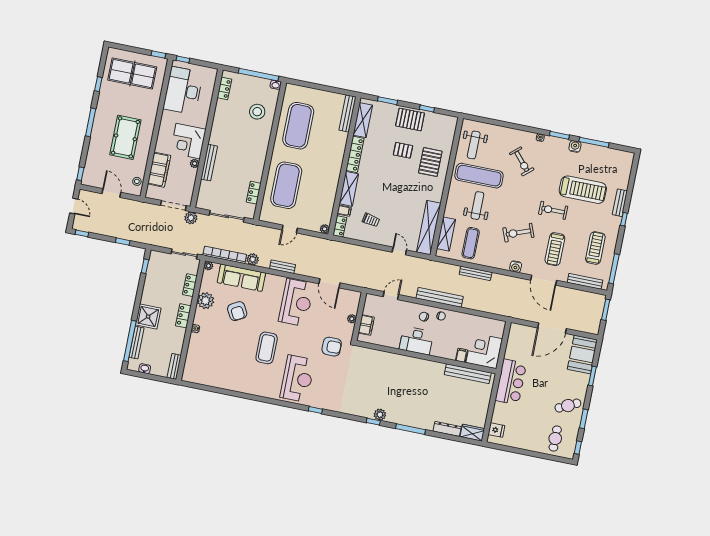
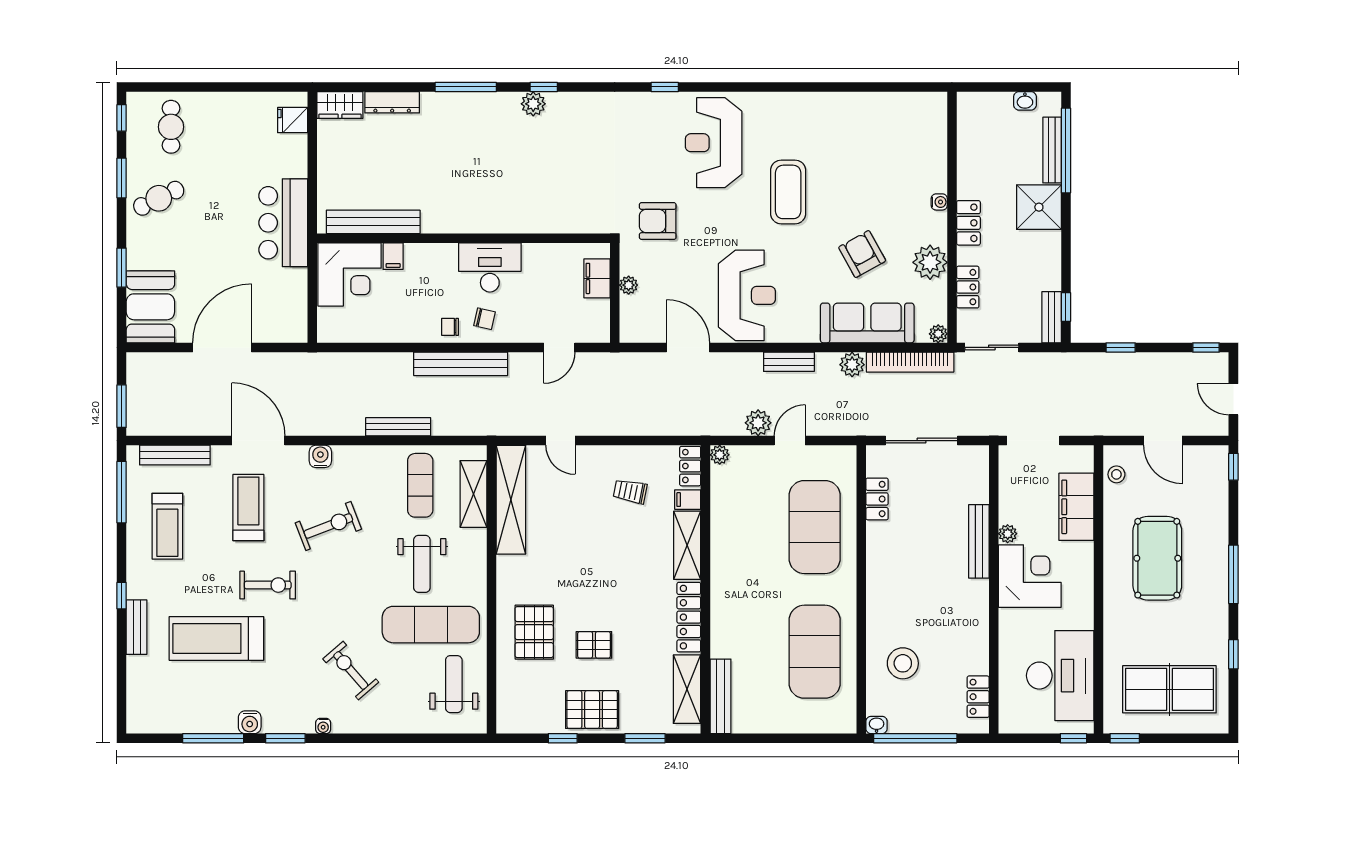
plant: (191, 218) -> (758, 423), moved
reception desk: (296, 303) -> (747, 295), turned 180
bench: (174, 366) -> (1052, 317), moved

